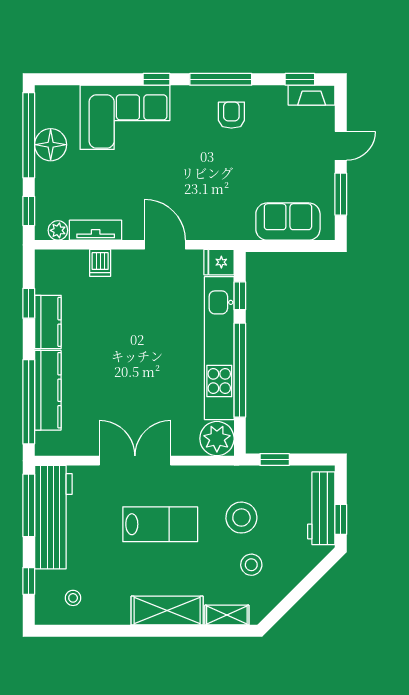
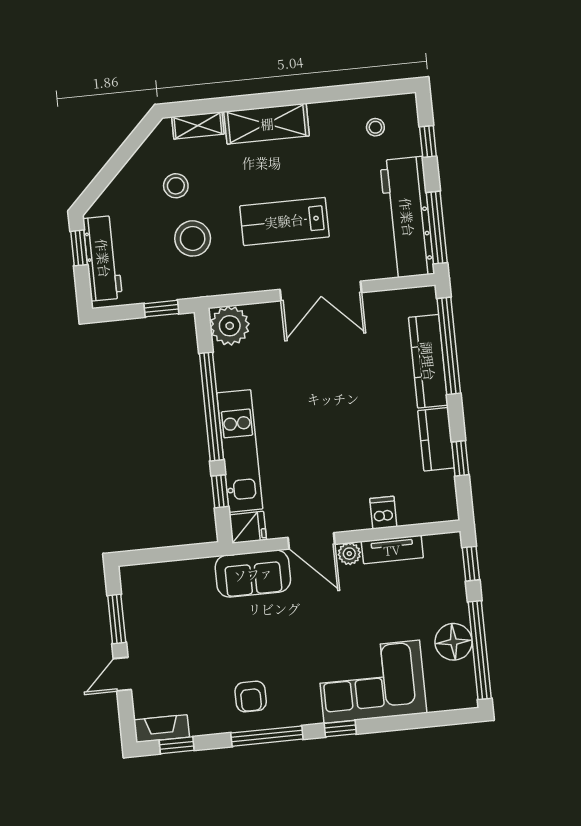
sofa: (288, 222) -> (253, 574), moved
plant: (58, 230) -> (349, 554), moved
kitchen unit: (219, 348) -> (240, 451), width x0.73

